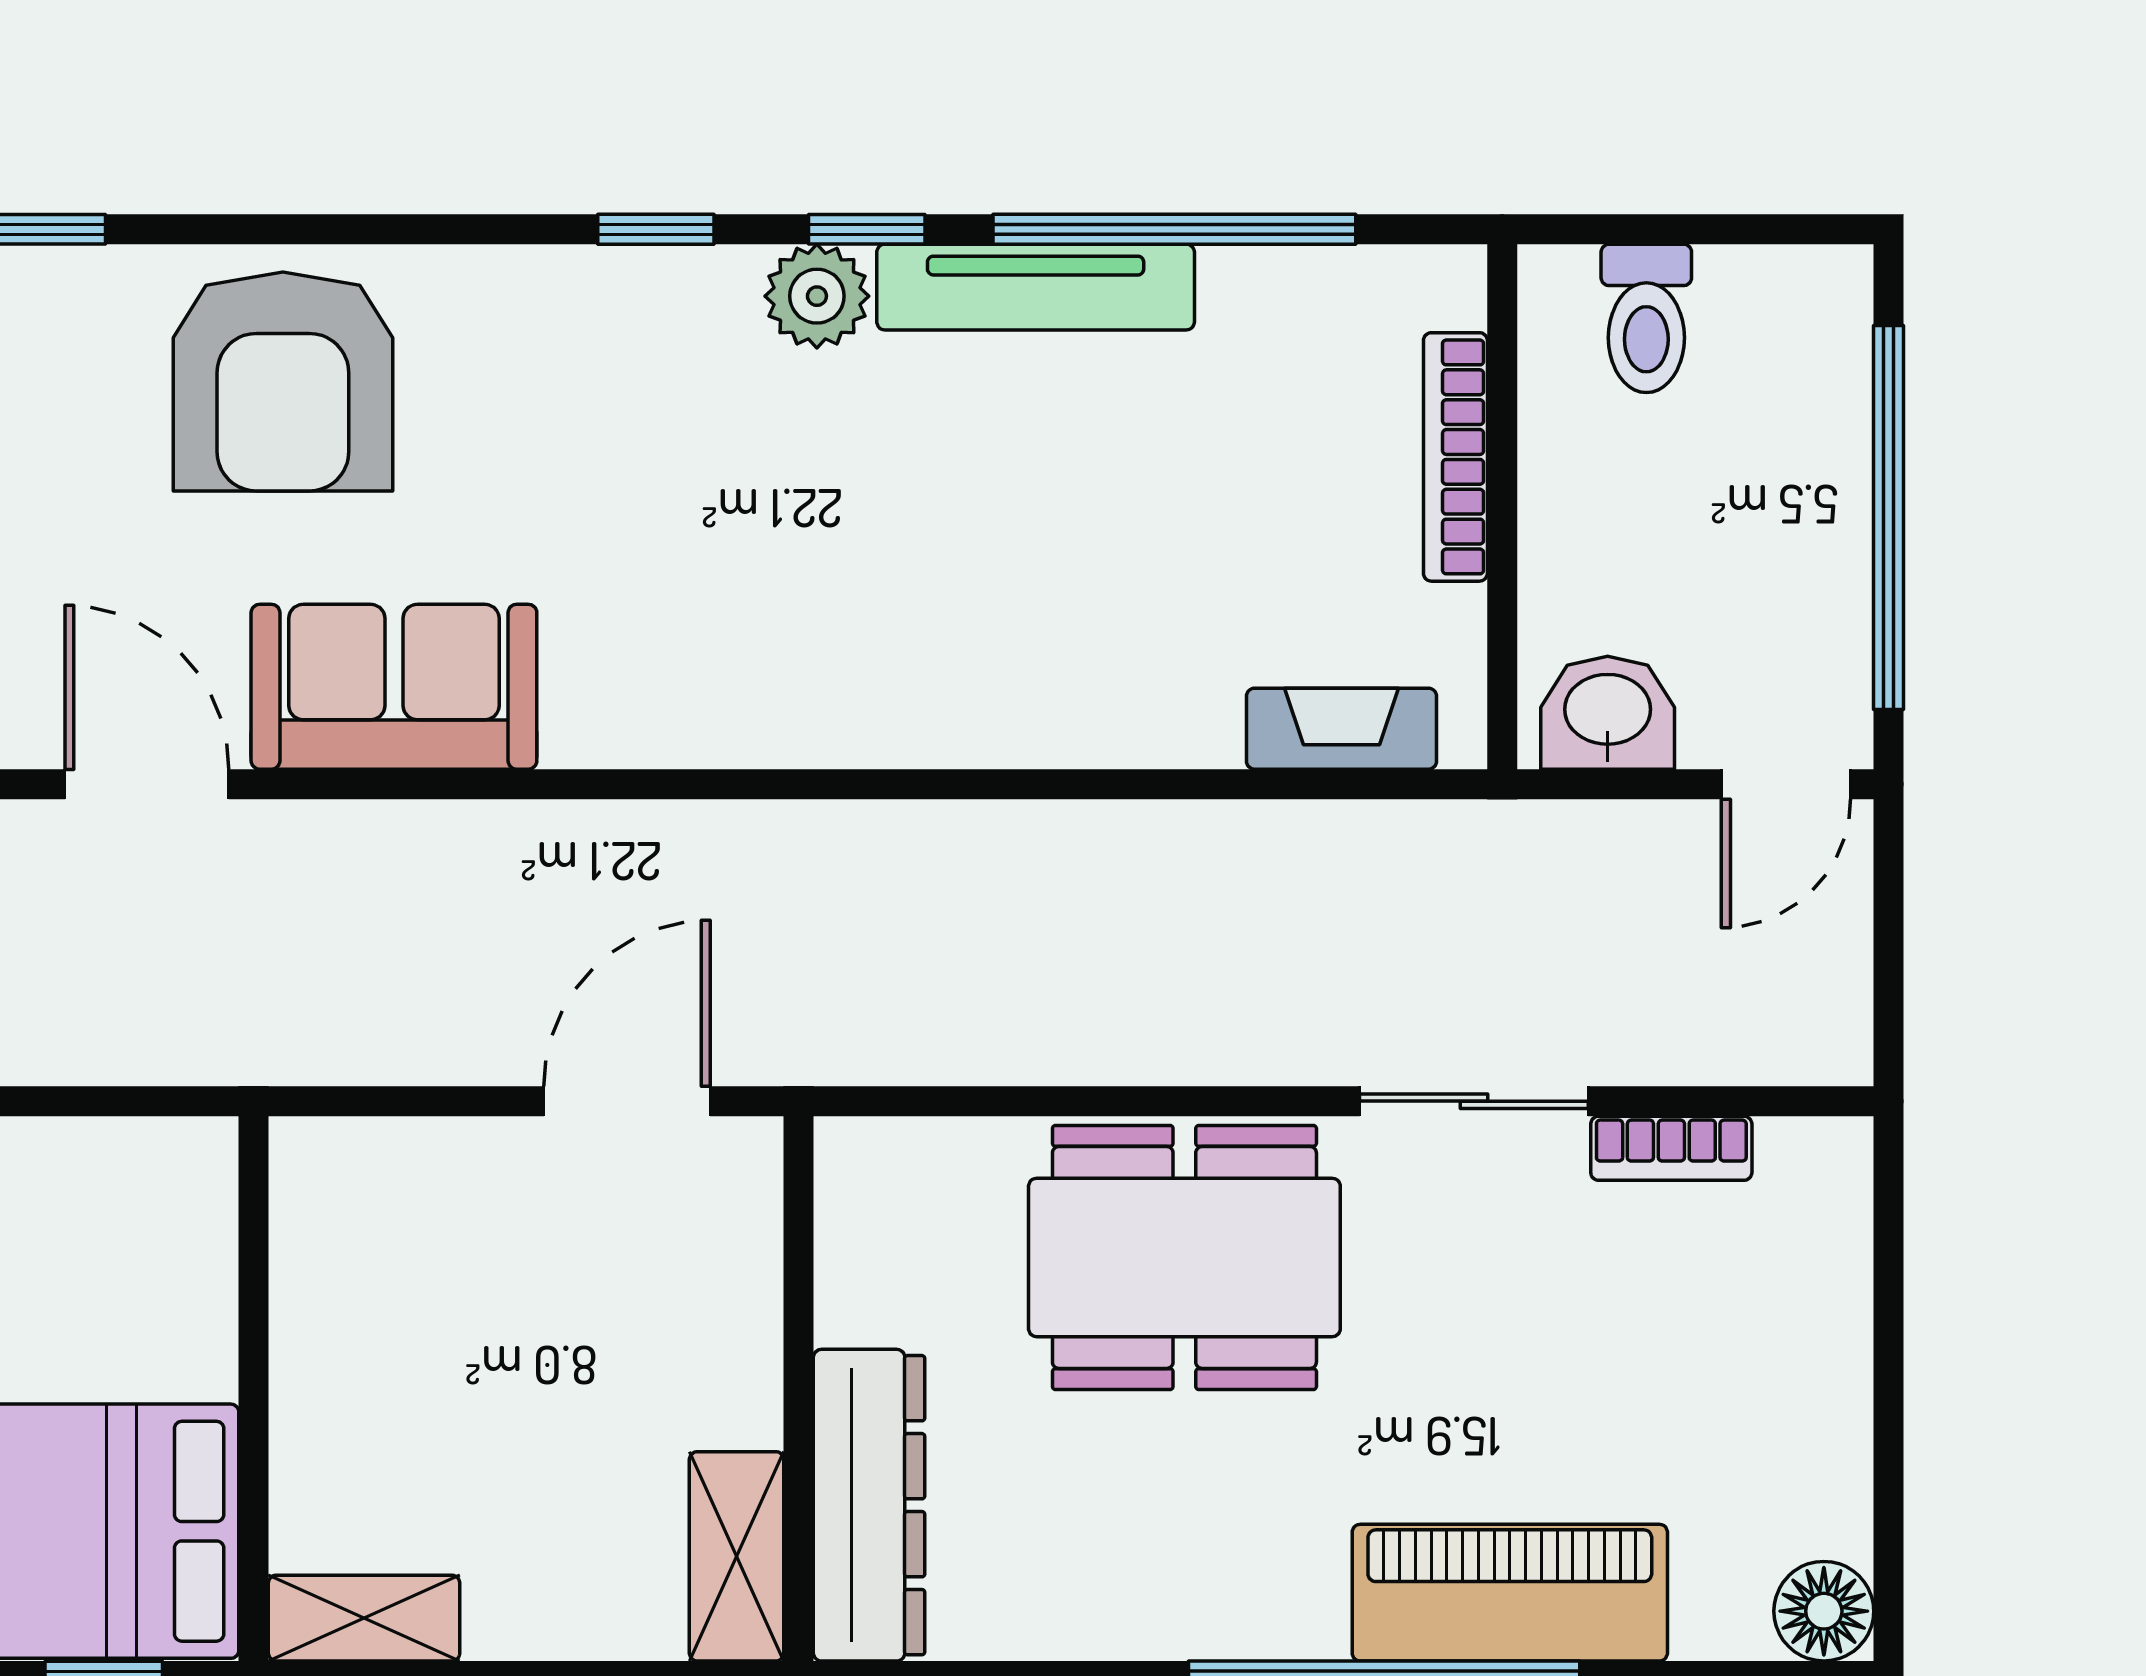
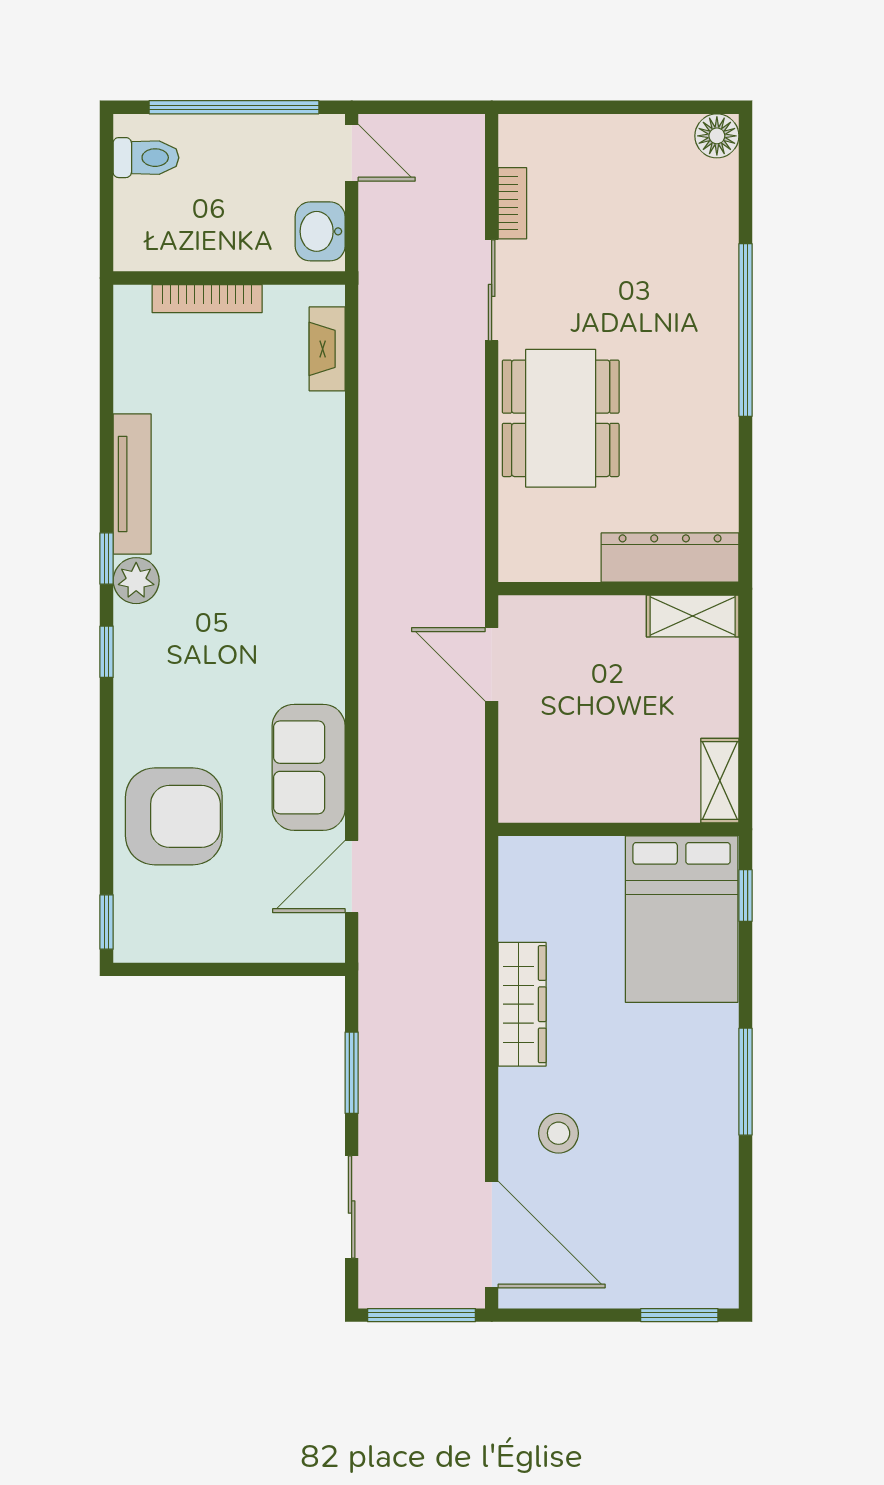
window: (1174, 229) -> (107, 423), removed
toilet: (1646, 318) -> (146, 158), moved
piano: (1510, 1593) -> (709, 275), removed

